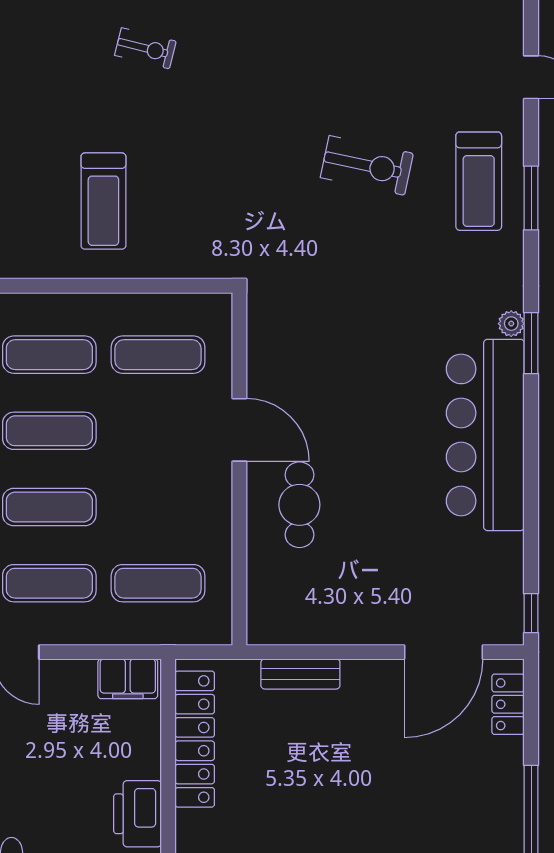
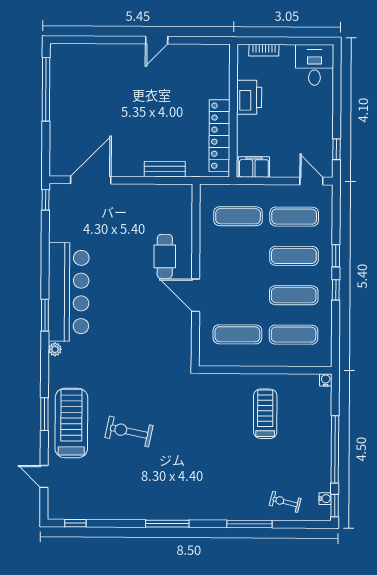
exercise bike: (145, 48) -> (285, 502), moved
treadmill: (479, 181) -> (71, 423), width x1.37, depth x1.38
window: (531, 343) -> (45, 315), moved
locker: (508, 704) -> (58, 153), removed

